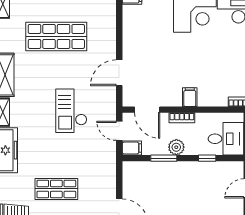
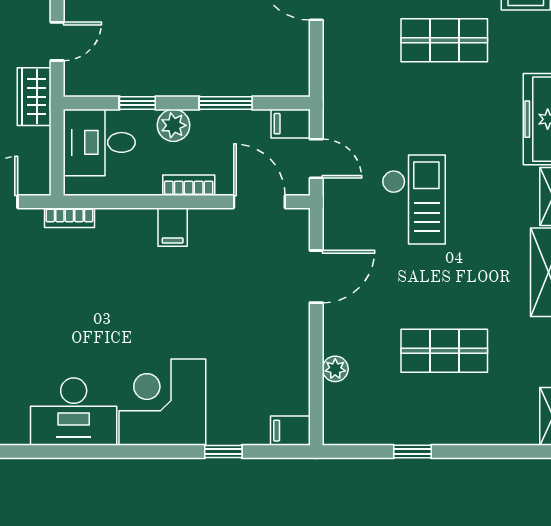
plant: (110, 27) -> (335, 369), added
shop shelf: (56, 36) -> (444, 351), width x0.70, depth x0.74
plant: (176, 147) -> (173, 125), moved

